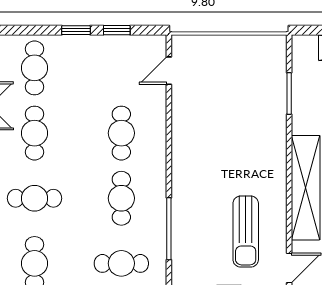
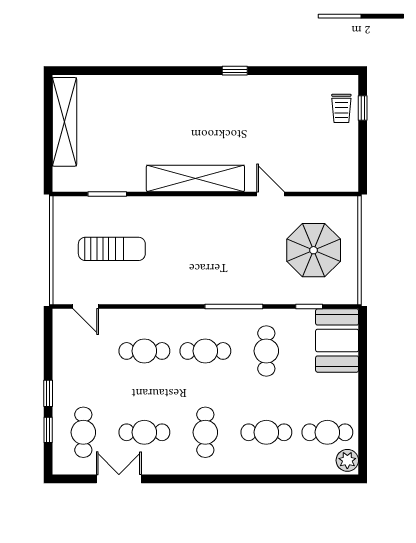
window: (117, 30) -> (48, 430), moved
cafe table: (34, 68) -> (83, 432), turned 90
sun lounger: (246, 232) -> (112, 249), moved

